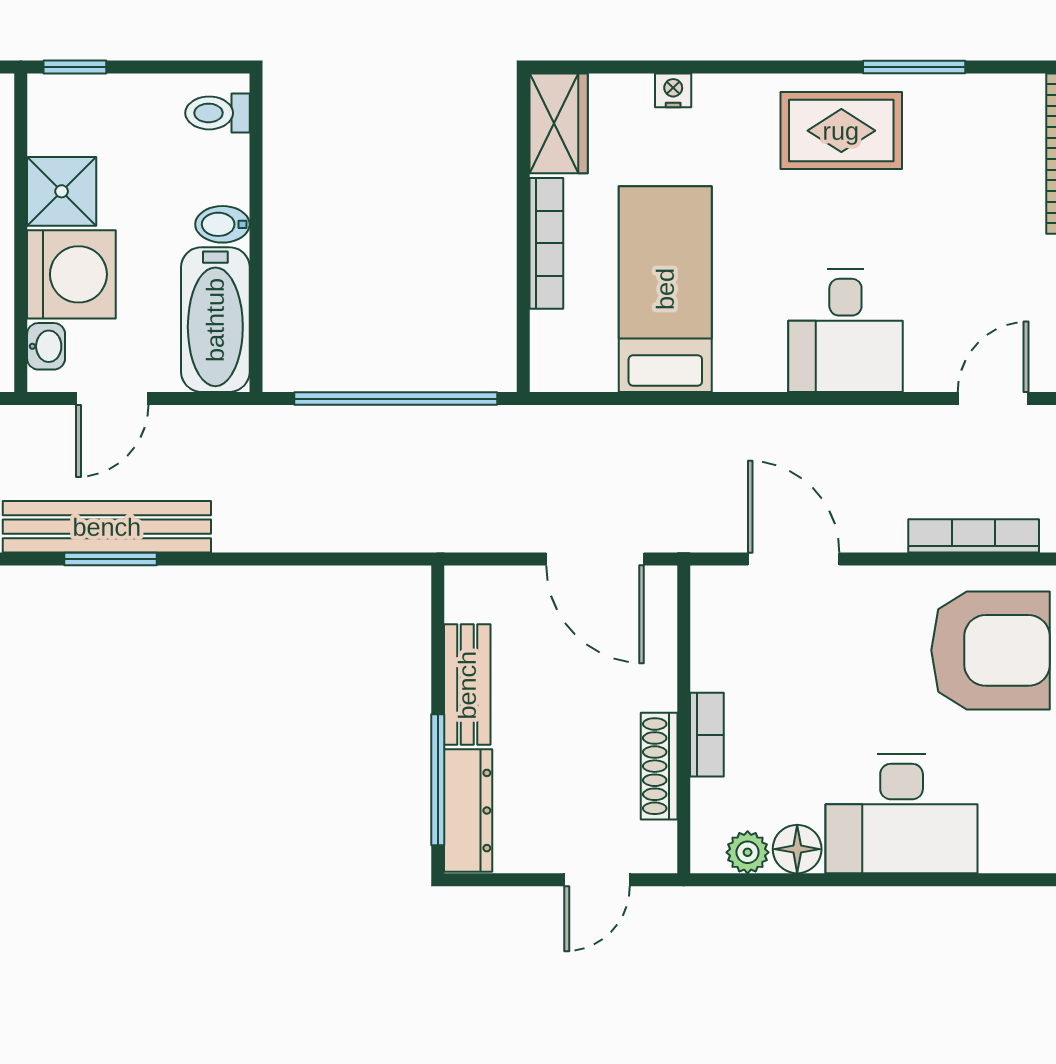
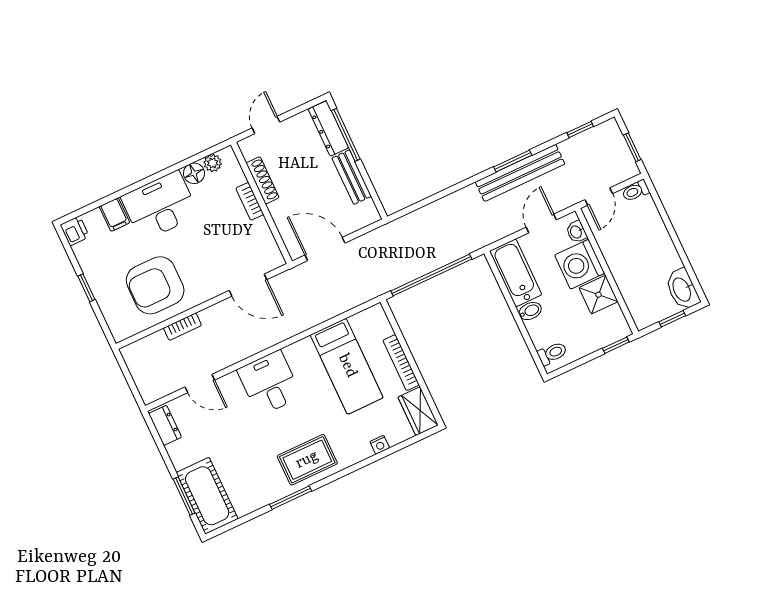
door: (993, 399) -> (200, 383), hinge flipped
bookcase: (974, 536) -> (182, 327), width x0.64
filing cabinet: (1006, 840) -> (114, 215), added

